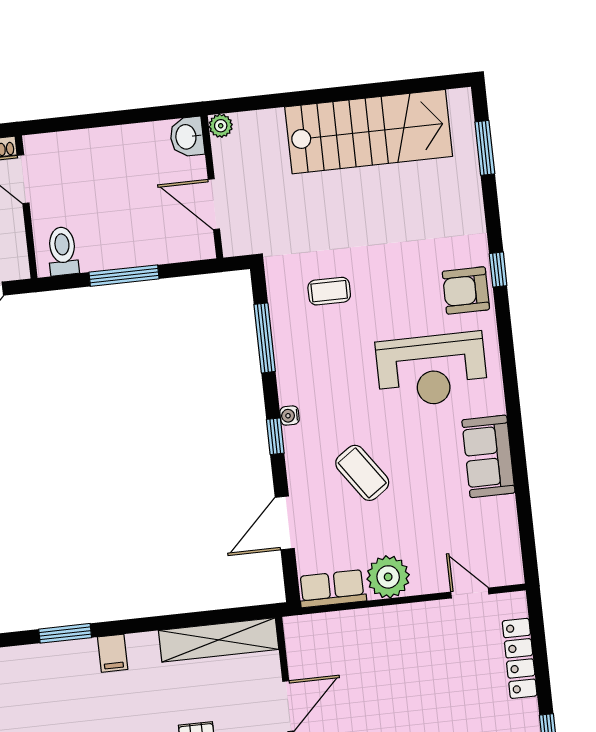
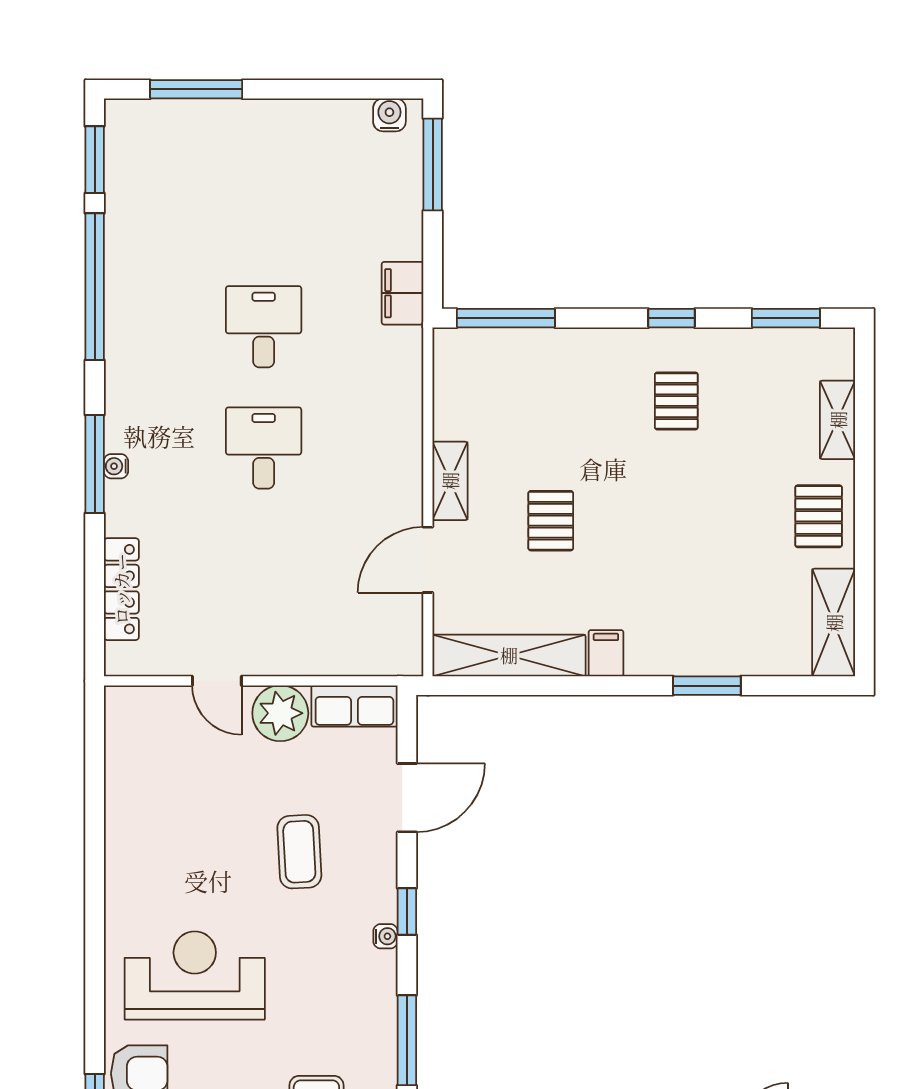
sofa: (488, 456) -> (133, 855), removed
coffee table: (362, 473) -> (299, 852), turned 32
door: (470, 593) -> (217, 681), moved
filing cabinet: (113, 653) -> (606, 653), moved

